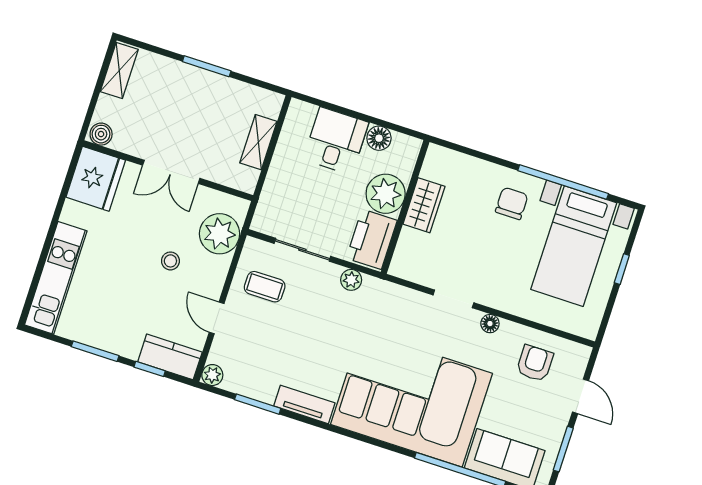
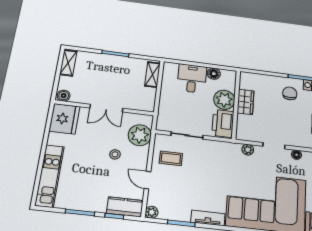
shelving: (258, 142) -> (152, 75), moved
plant: (351, 280) -> (248, 150), moved

